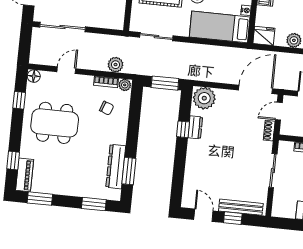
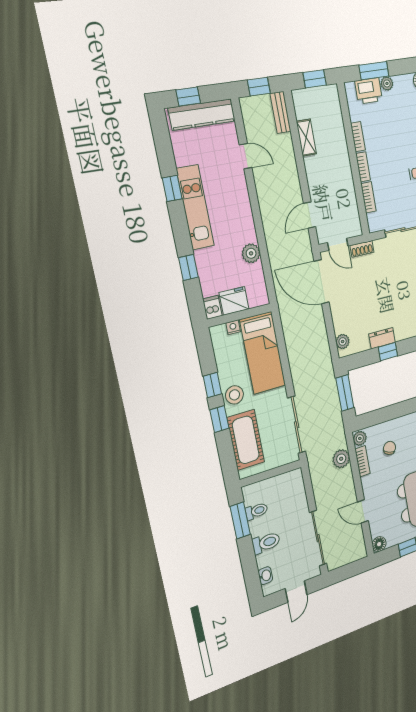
fridge: (264, 36) -> (234, 301), moved, turned 90
sliding door: (156, 37) -> (297, 425), width x1.37
plant: (204, 98) -> (343, 342), width x0.53, depth x0.53

